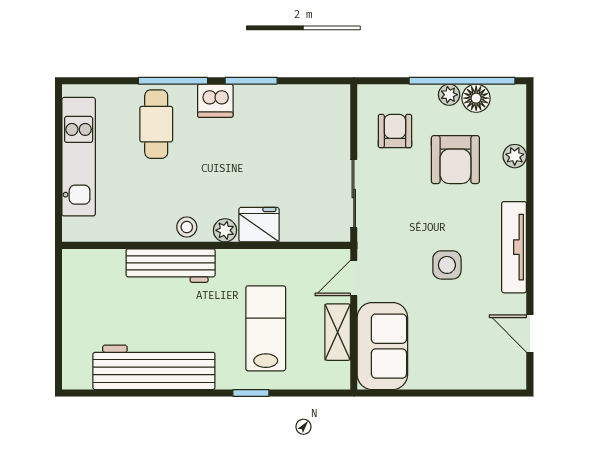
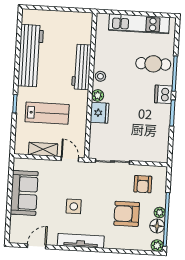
armchair: (395, 131) -> (143, 184), turned 90
plant: (515, 156) -> (157, 246), moved
sofa: (382, 346) -> (24, 193), moved, turned -90

